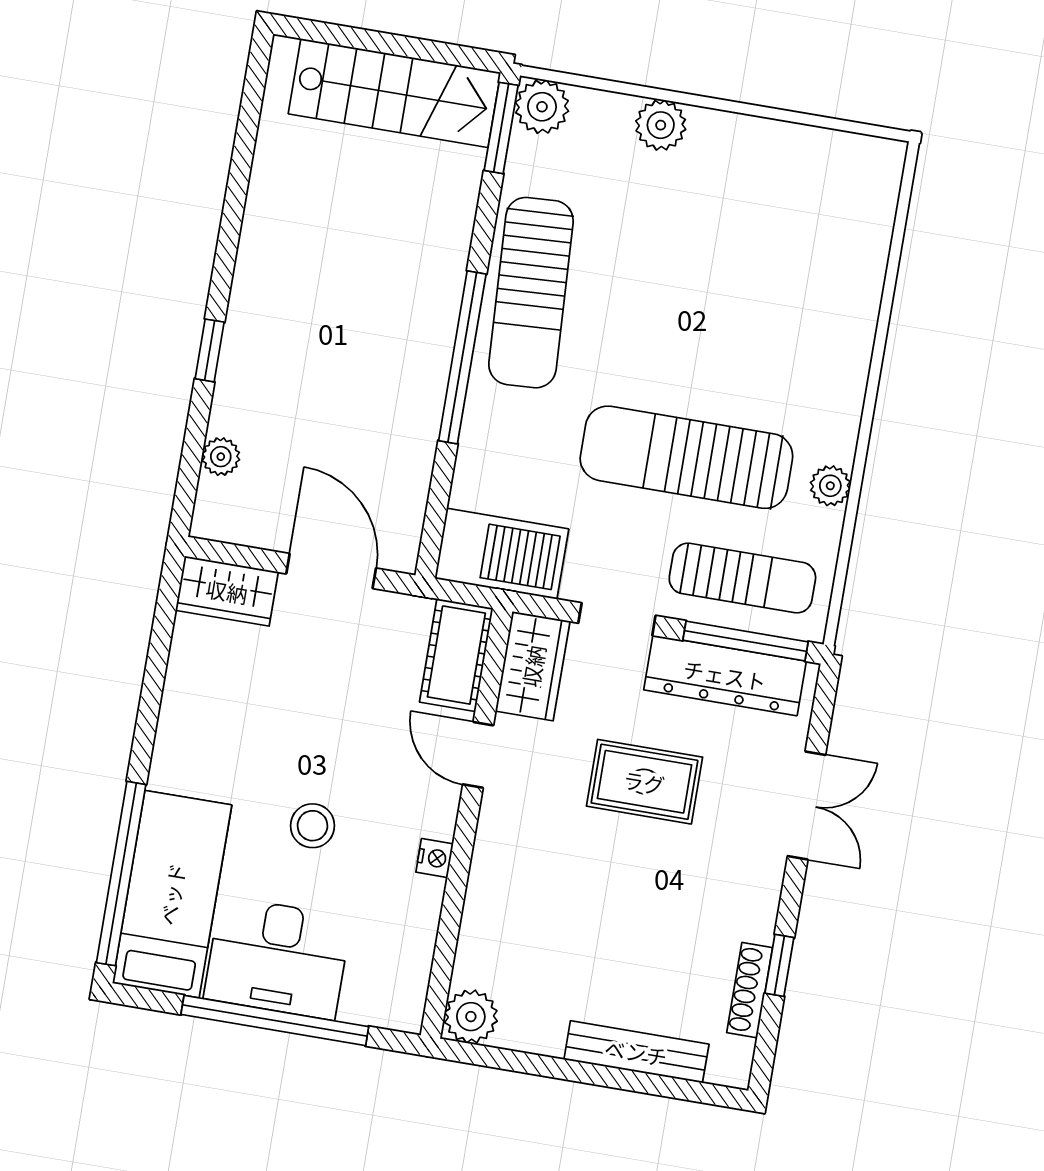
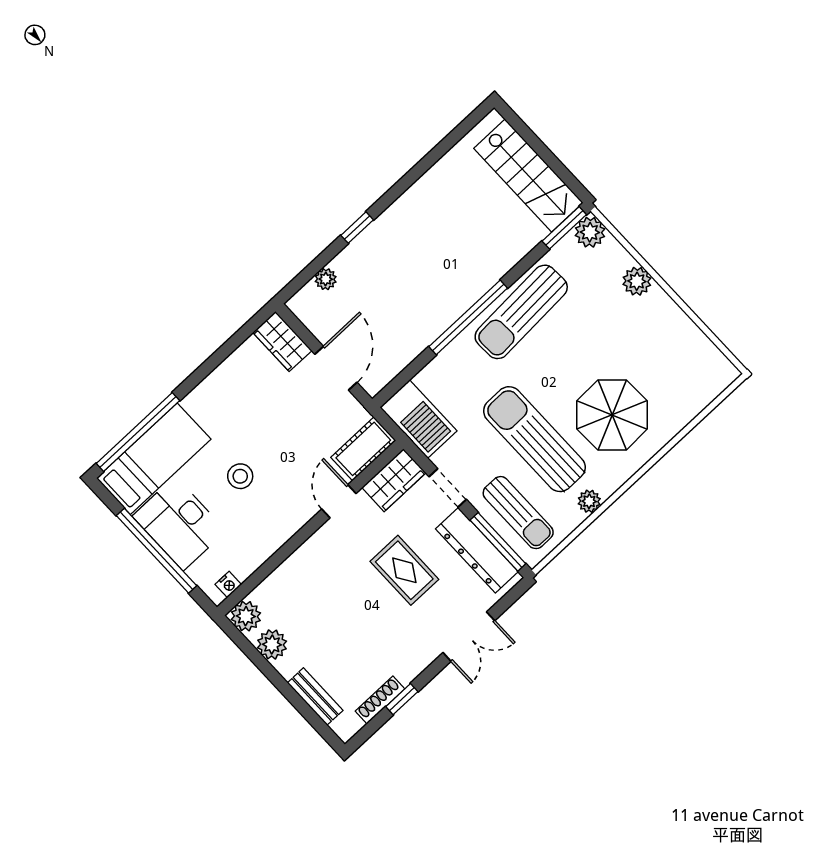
parasol: (770, 340) -> (612, 415), added
nightstand: (435, 858) -> (228, 584), moved
plant: (538, 1028) -> (272, 645), added
bench: (636, 1052) -> (315, 697), width x0.73

